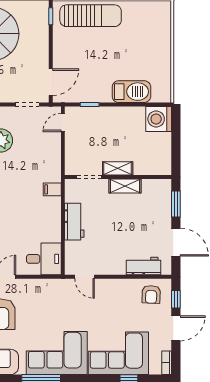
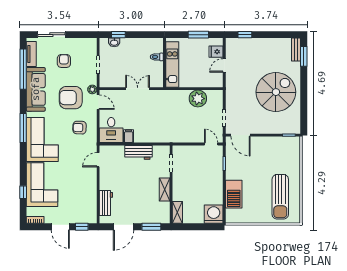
sun lounger: (91, 16) -> (280, 197), moved
shelving: (118, 168) -> (177, 212), moved
filing cabinet: (52, 189) -> (129, 136), moved
armchair: (151, 294) -> (80, 128), moved

